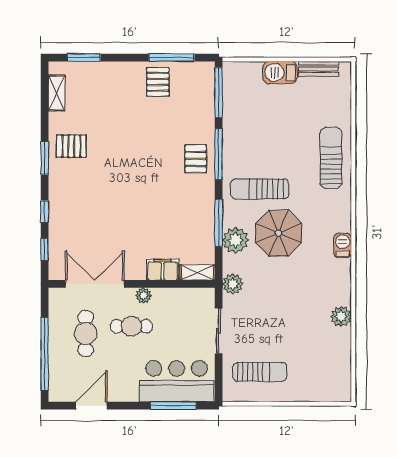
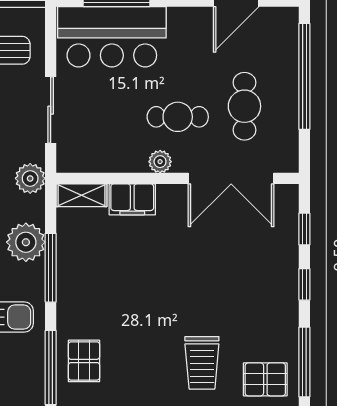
window: (45, 158) -> (304, 362), width x1.44
trolley: (115, 158) -> (202, 363), added

